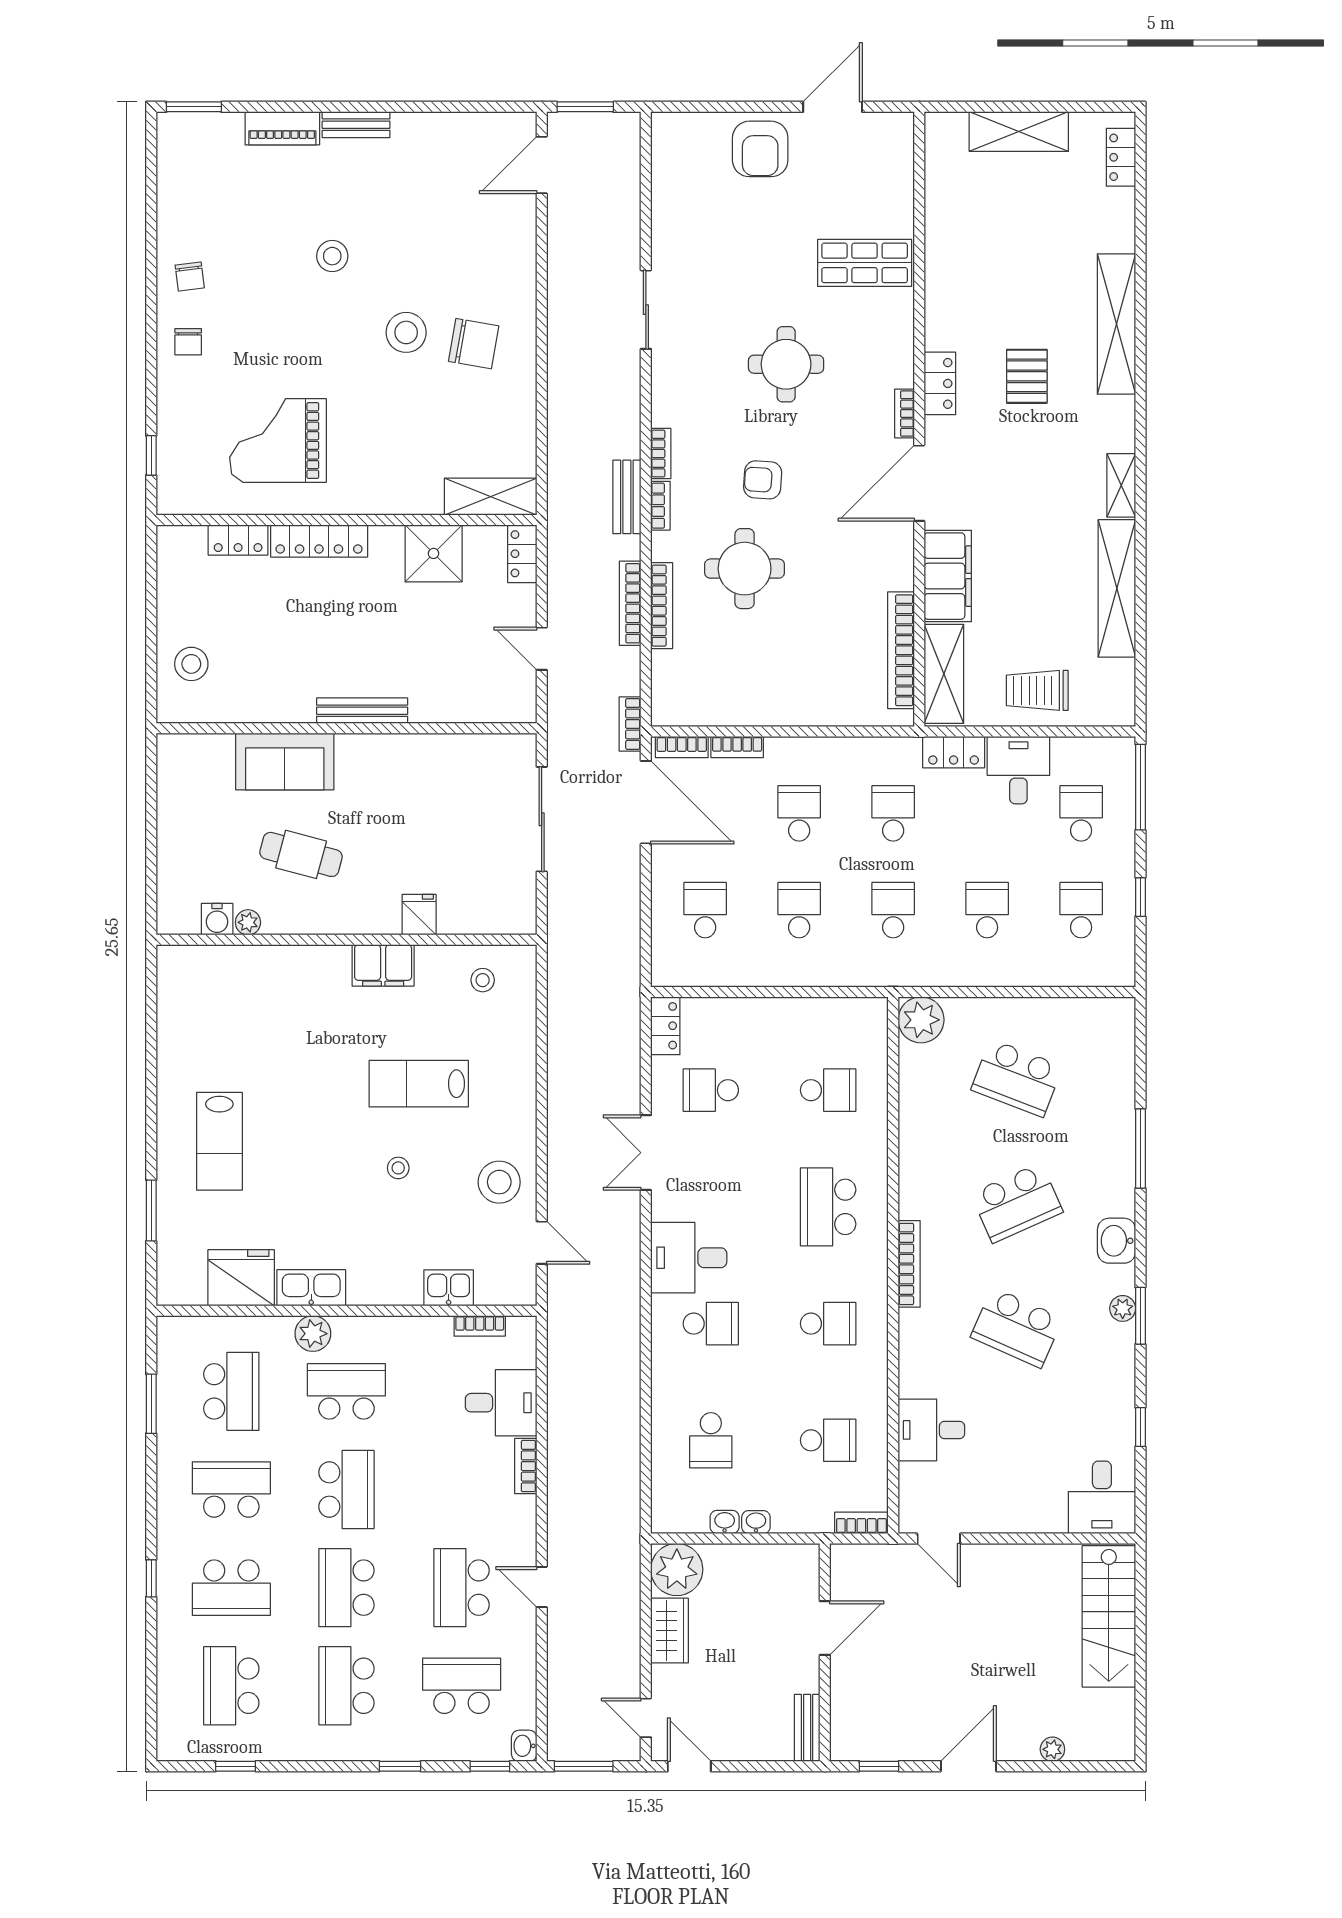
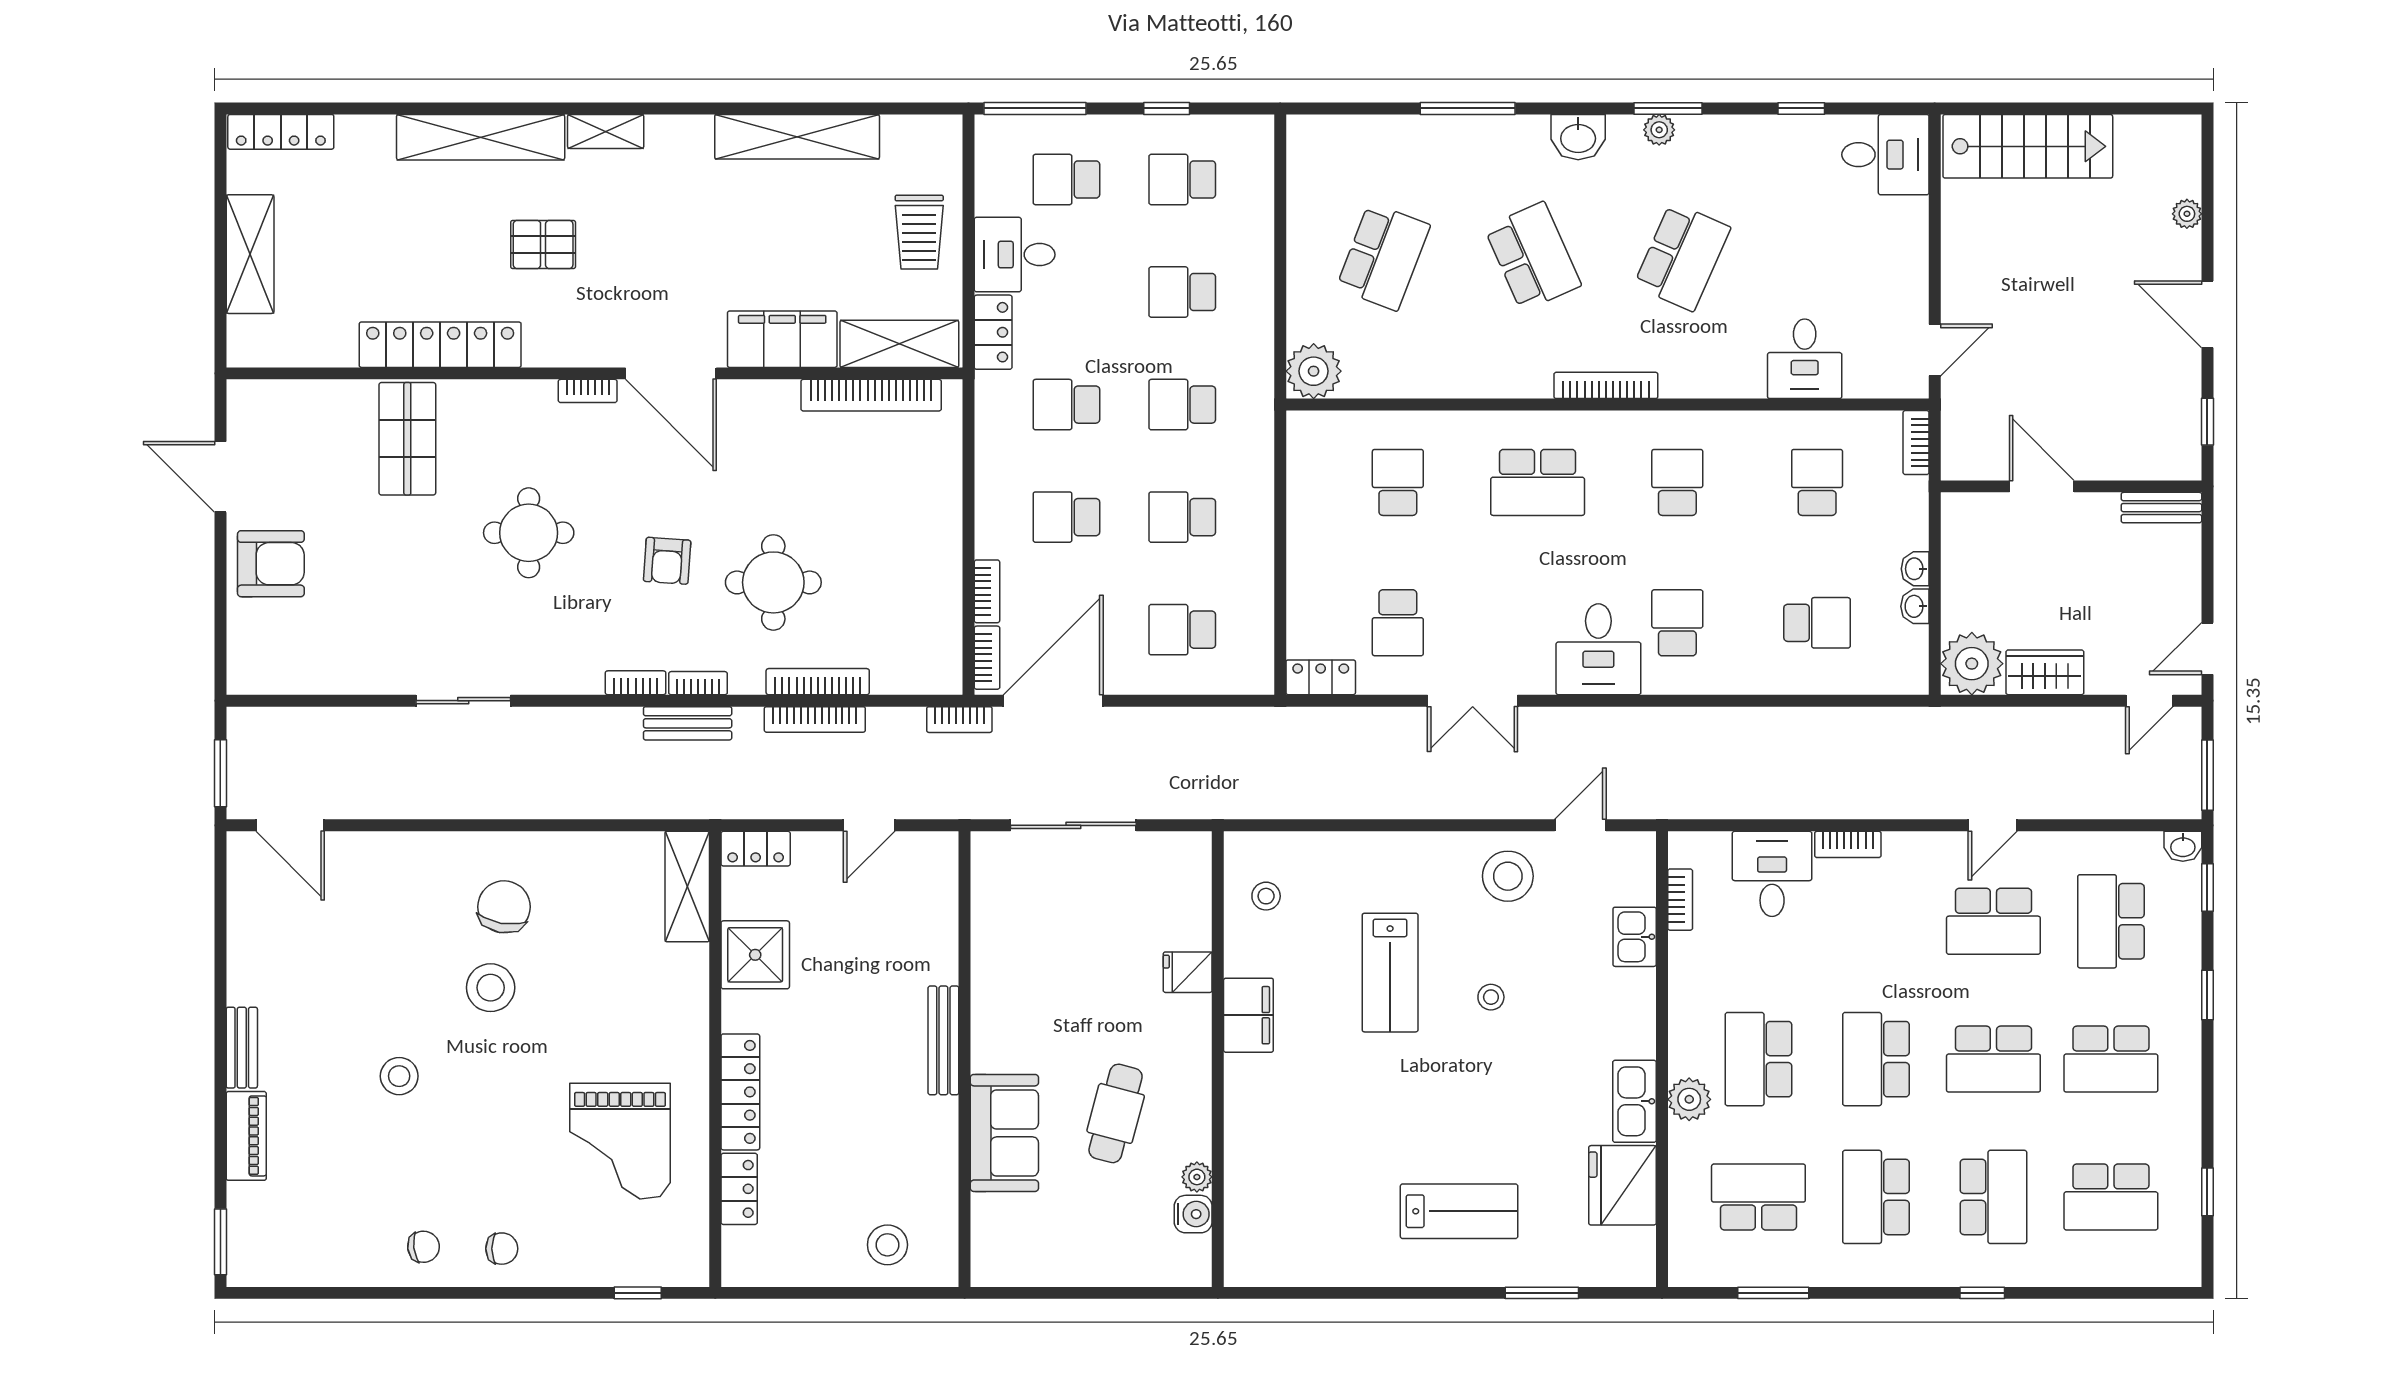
locker: (1121, 157) -> (281, 132), width x1.53
locker: (940, 383) -> (440, 345), moved, width x2.16, depth x1.21
shelving: (1121, 485) -> (606, 131), moved
school desk: (346, 1490) -> (1876, 1059), turned -90

